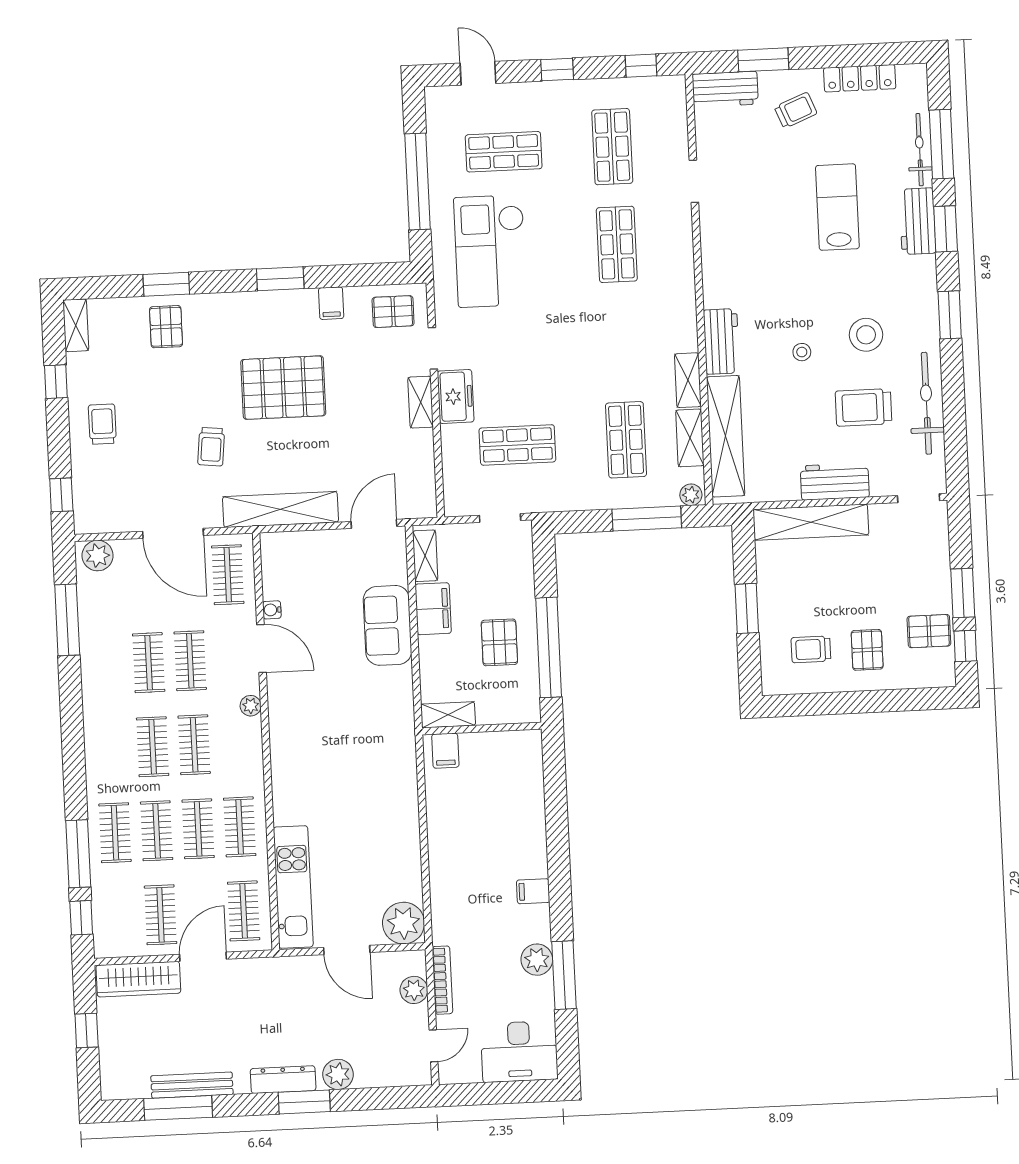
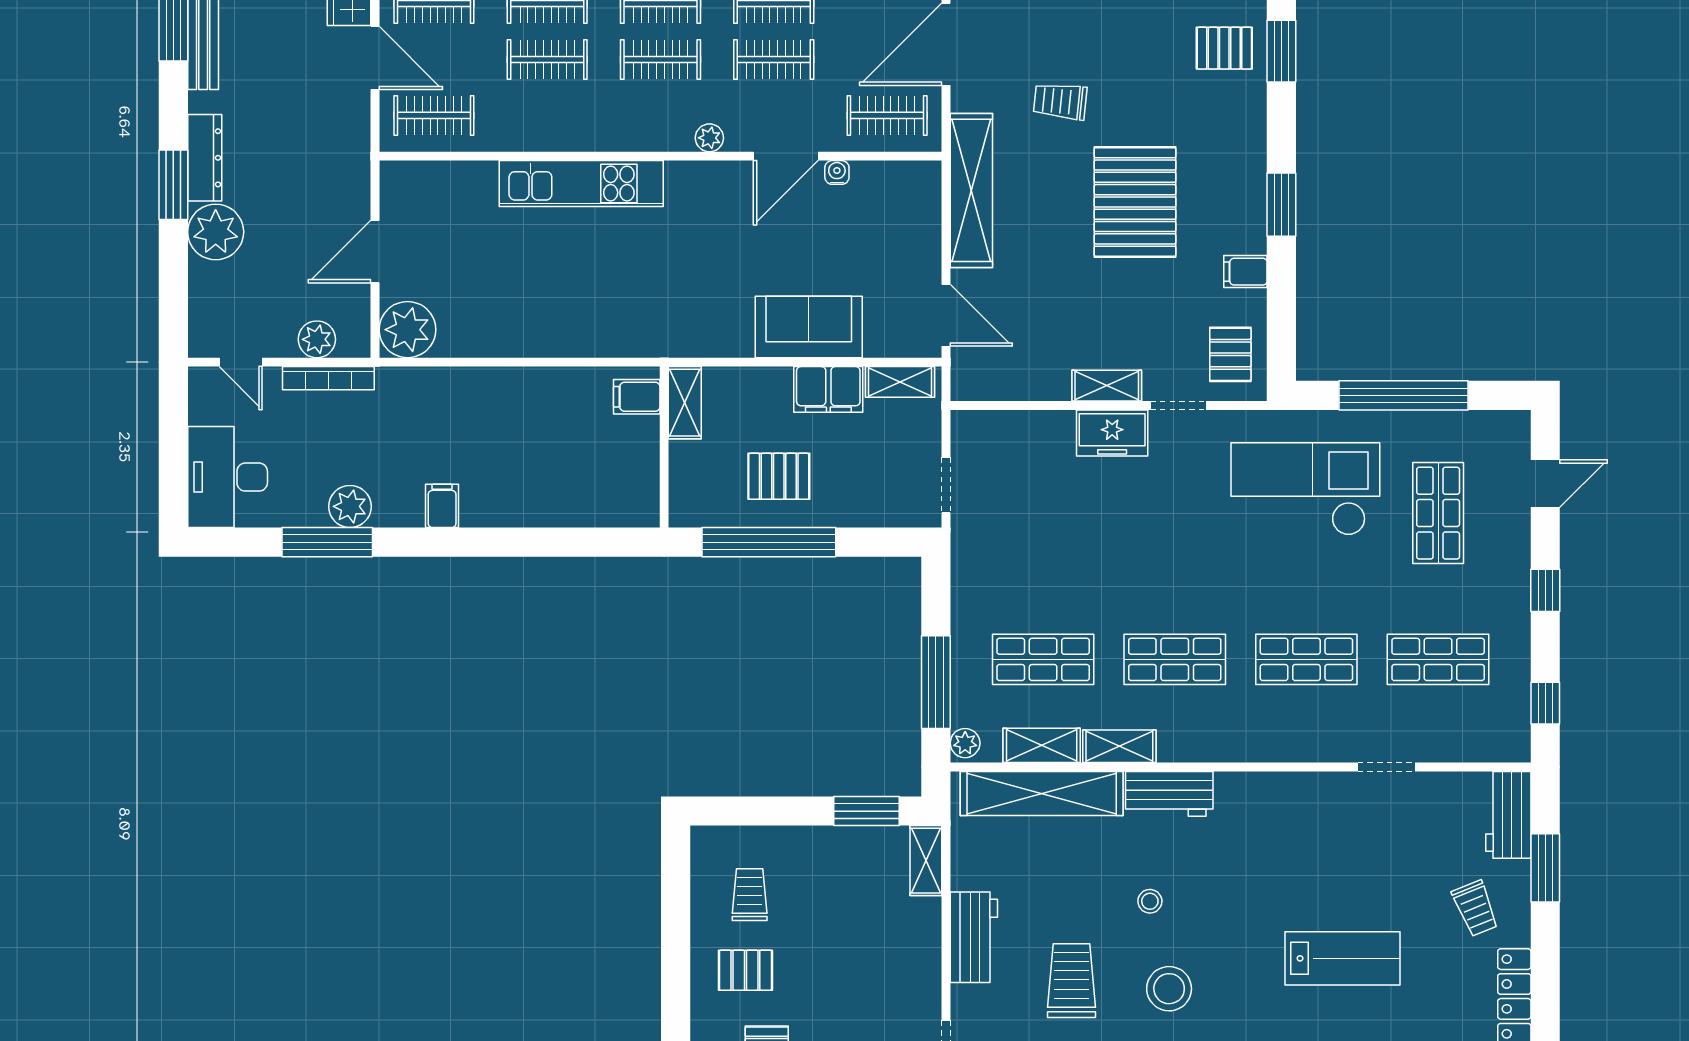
shop shelf: (517, 445) -> (1175, 659), moved, turned 90
shelving: (811, 522) -> (926, 861), width x0.45, depth x0.75
window: (747, 608) -> (867, 811), moved
clothes rail: (240, 827) -> (547, 115), removed
kitchen unit: (293, 887) -> (581, 184), moved
plant: (338, 1074) -> (216, 232), width x1.36, depth x1.36

